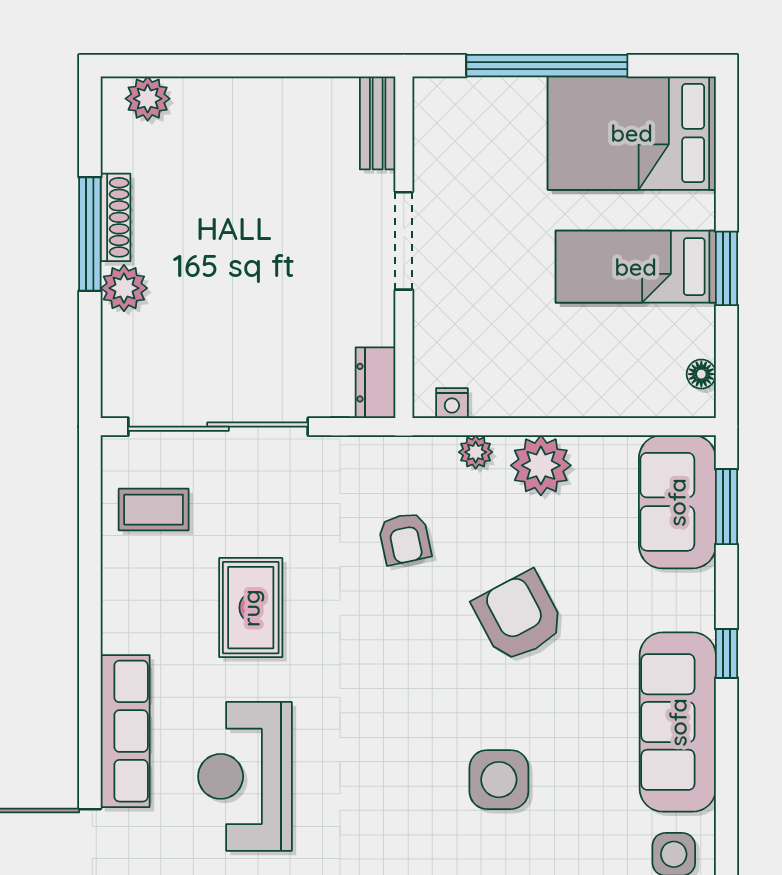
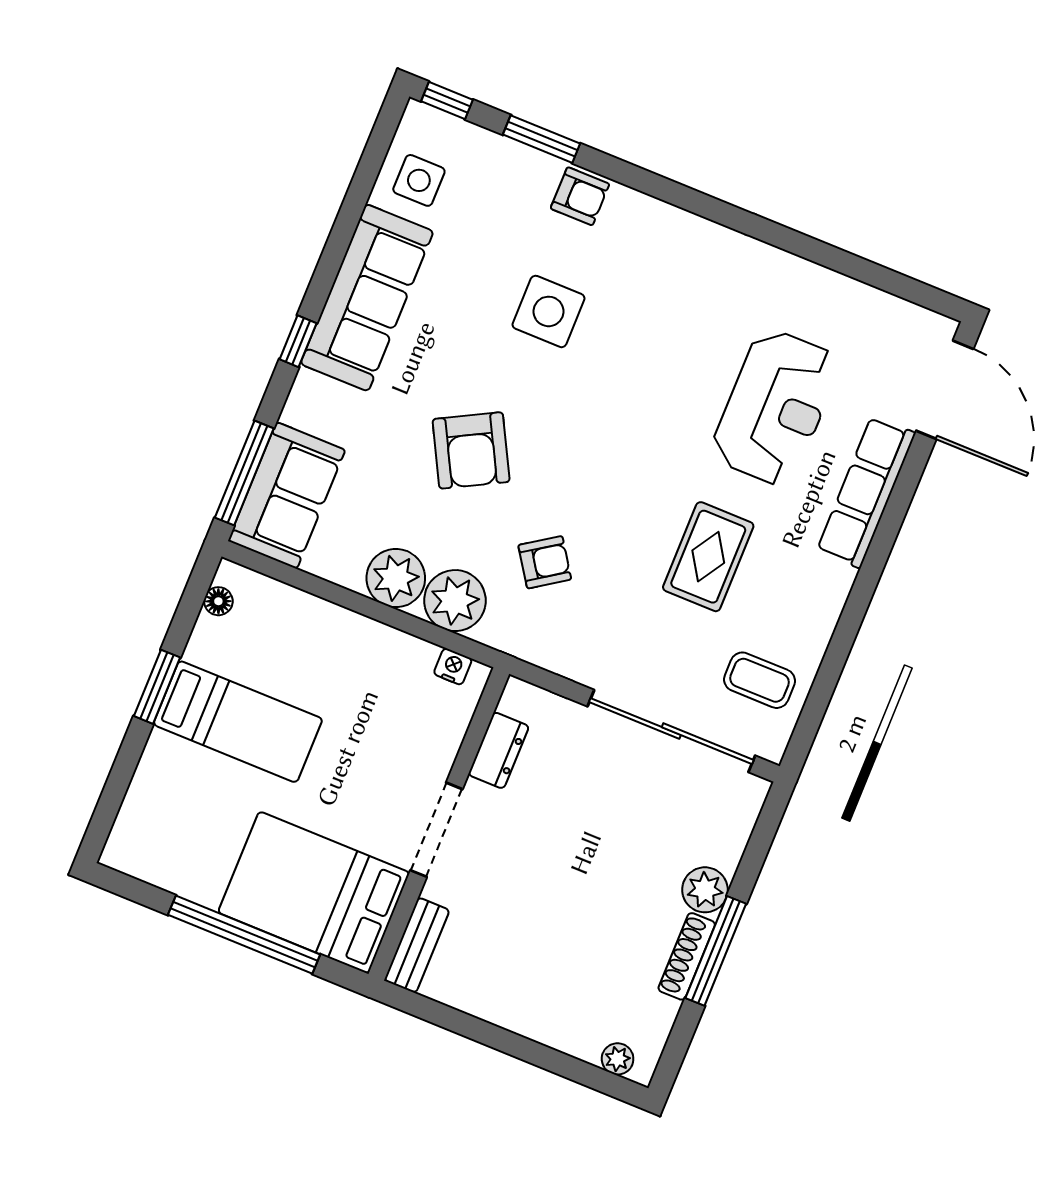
plant: (148, 99) -> (618, 1059), width x0.73, depth x0.73
bed: (632, 133) -> (314, 892), moved, turned 180
dresser: (376, 383) -> (499, 750), moved
plant: (476, 452) -> (455, 601), width x1.87, depth x1.87
window: (727, 507) -> (244, 473), width x1.44
armchair: (405, 539) -> (545, 562), turned 68

